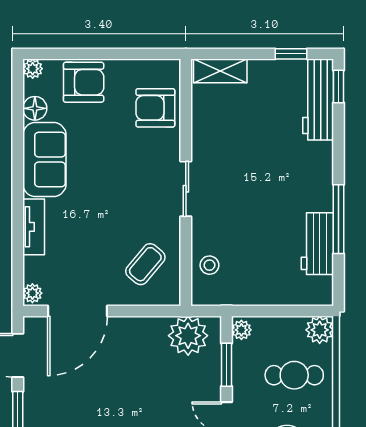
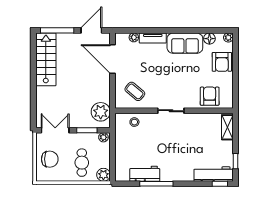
plant: (32, 293) -> (134, 37), moved

